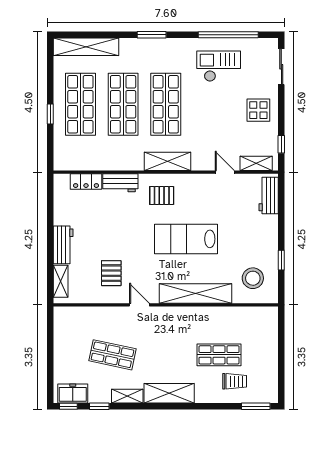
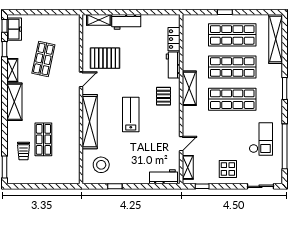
shelving: (168, 161) -> (189, 88), moved
lab bench: (186, 239) -> (131, 114), width x0.73, depth x0.72
pallet: (111, 273) -> (105, 58), width x1.50, depth x1.42

